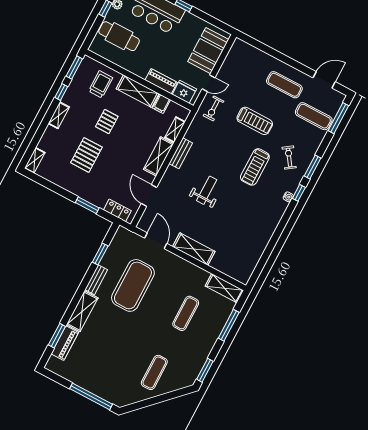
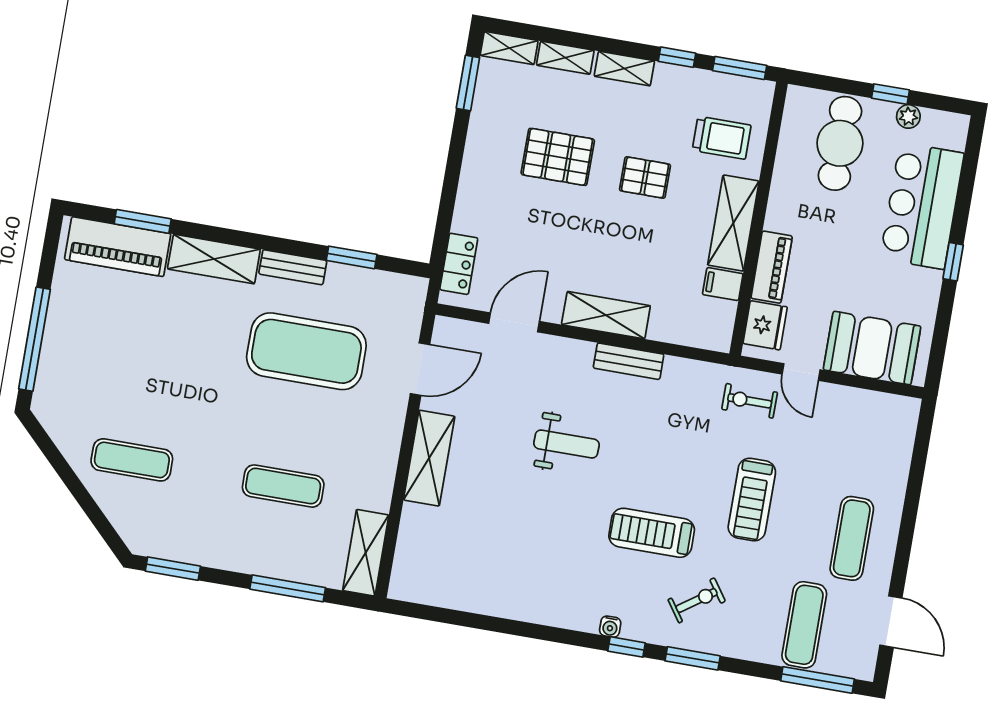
shelving: (175, 130) -> (565, 58), moved
window: (87, 205) -> (468, 83), moved
piano: (65, 343) -> (118, 247), width x1.37, depth x1.33

